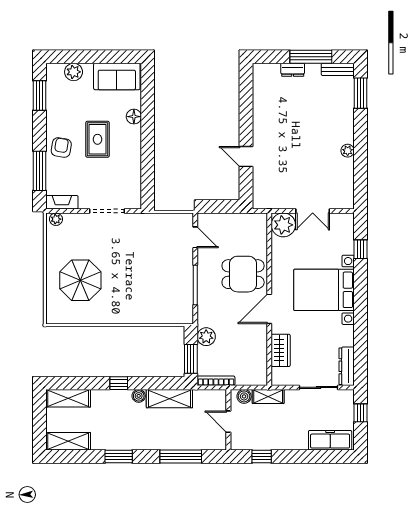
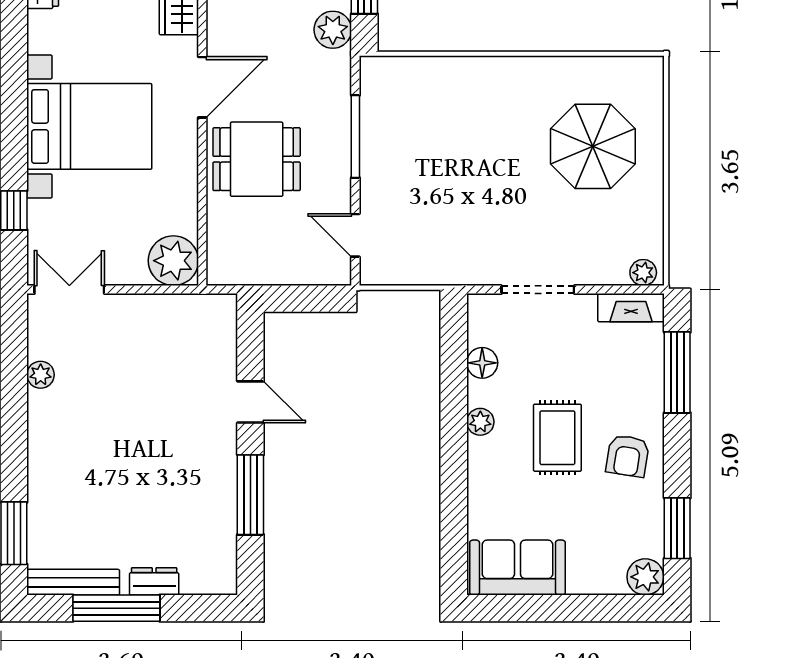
bench: (338, 69) -> (73, 582), width x1.36
plant: (74, 72) -> (645, 577), moved
window: (246, 112) -> (250, 495), added
floor lamp: (134, 117) -> (482, 363), moved
armchair: (61, 147) -> (628, 456), moved
plant: (135, 147) -> (480, 422), added
plant: (348, 151) -> (41, 375), moved
double door: (313, 211) -> (69, 290), moved

